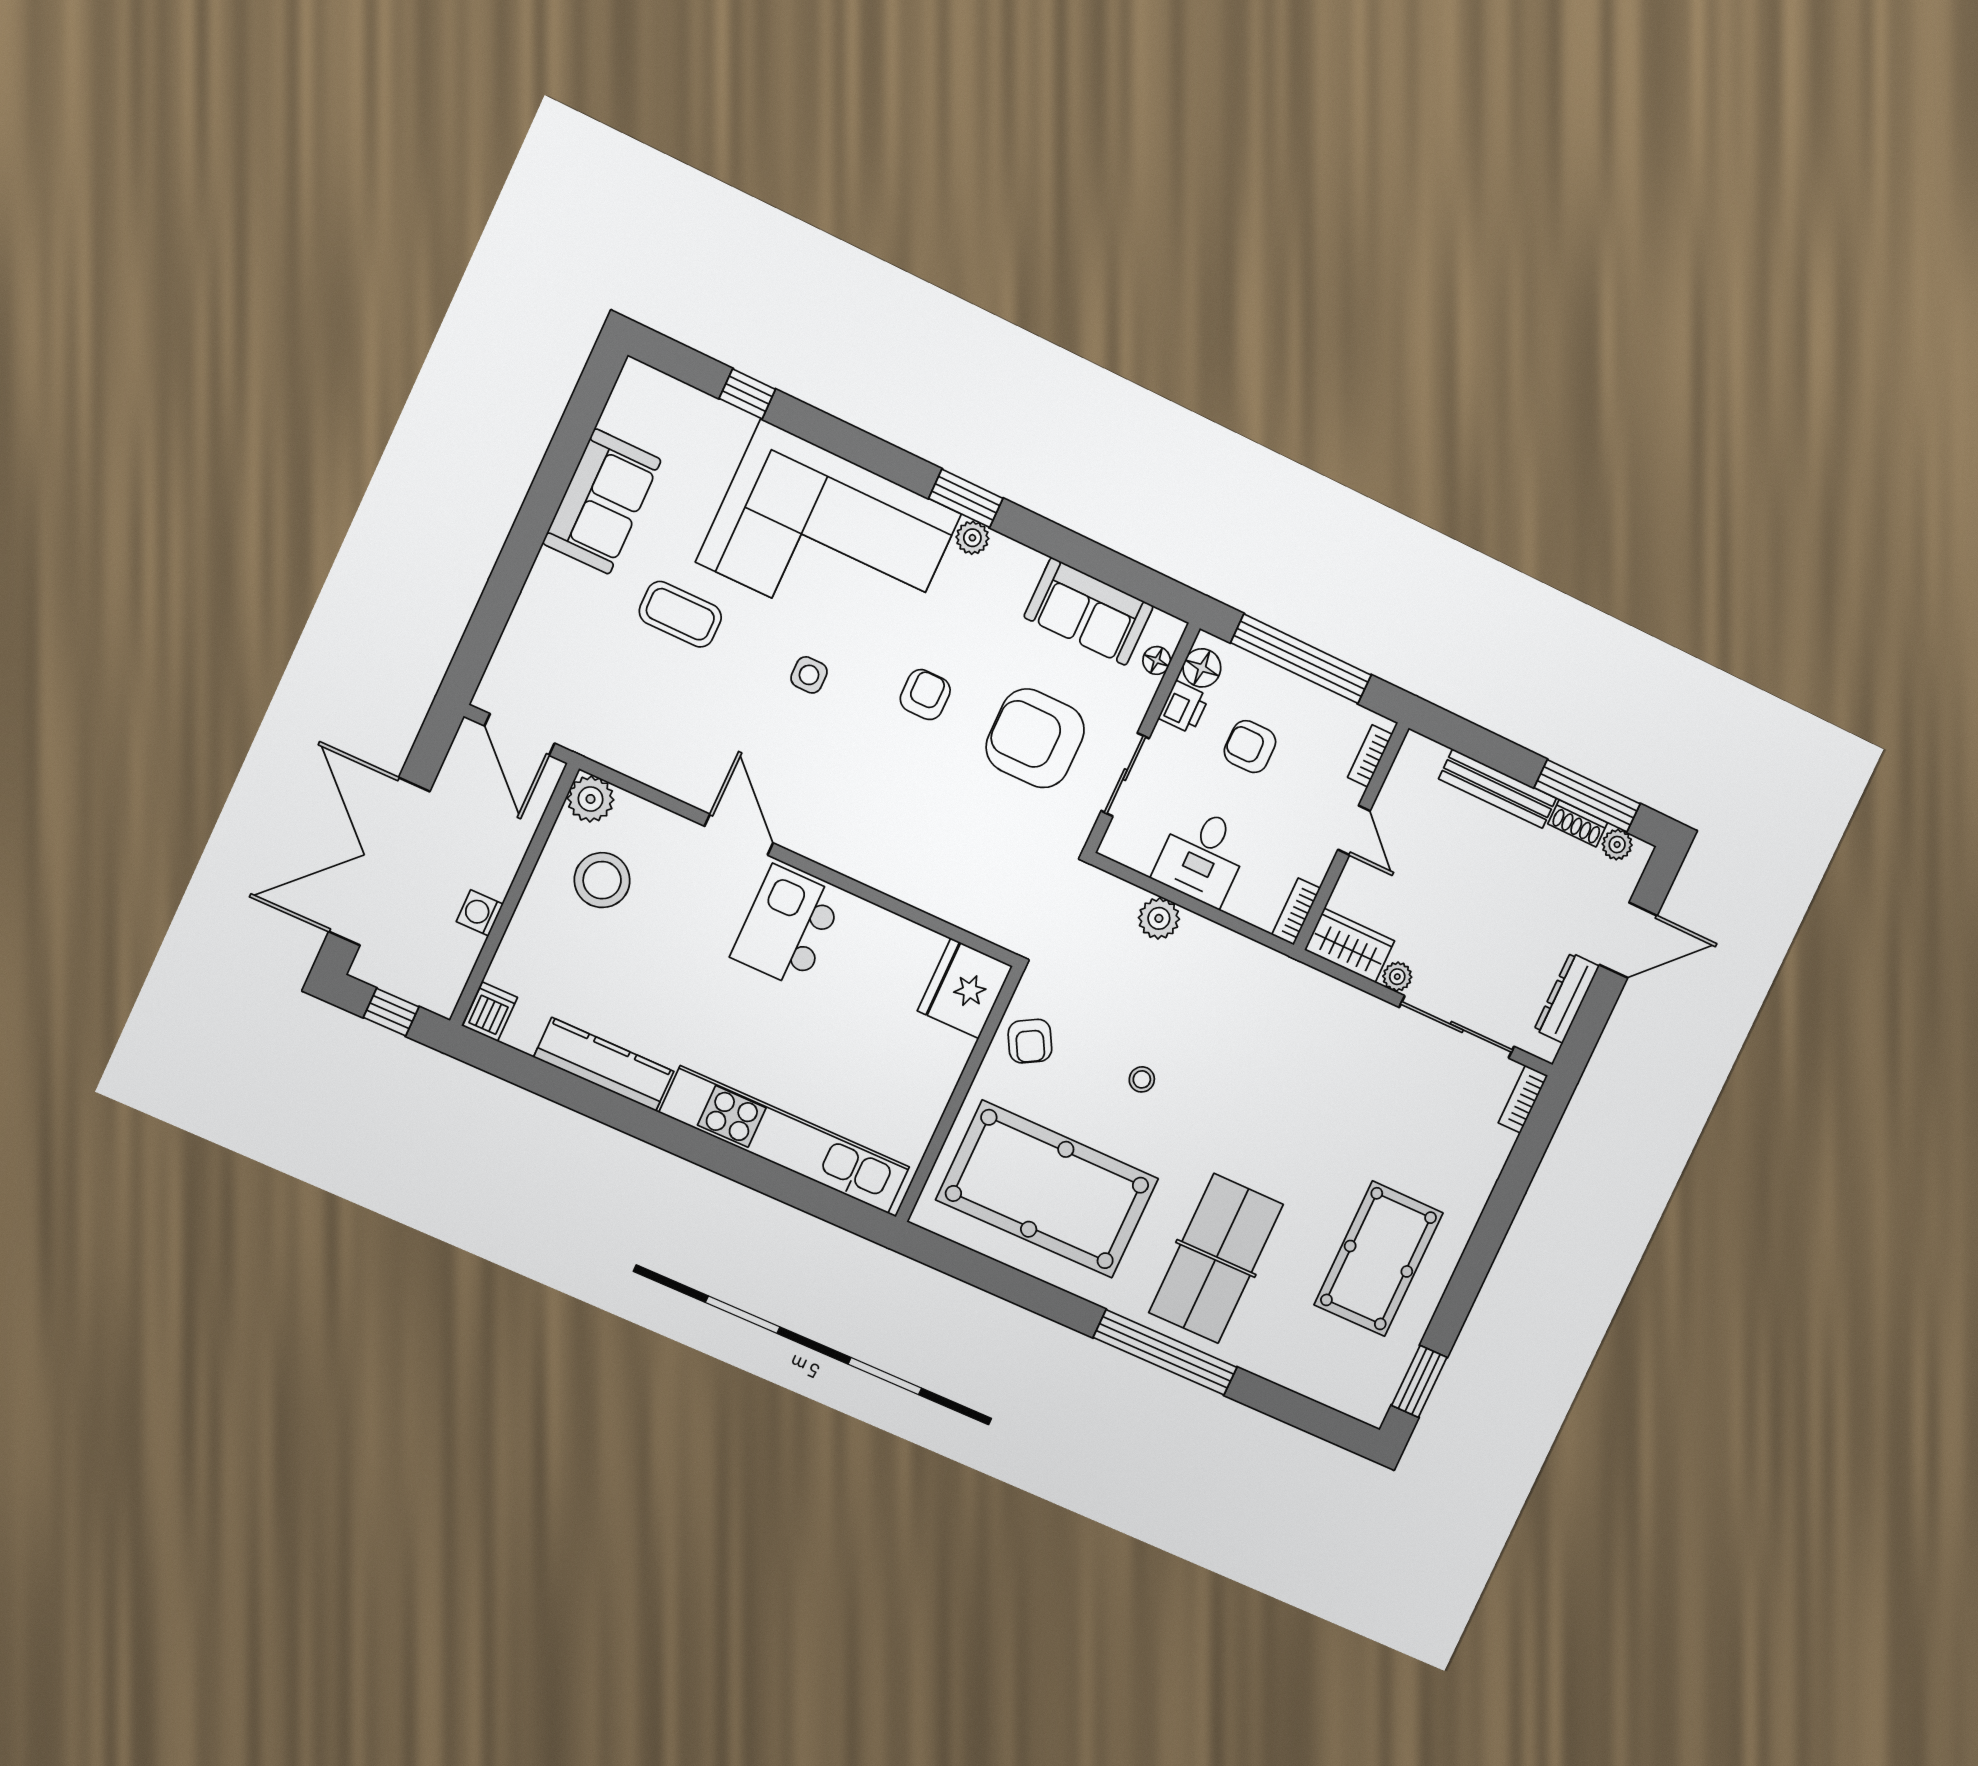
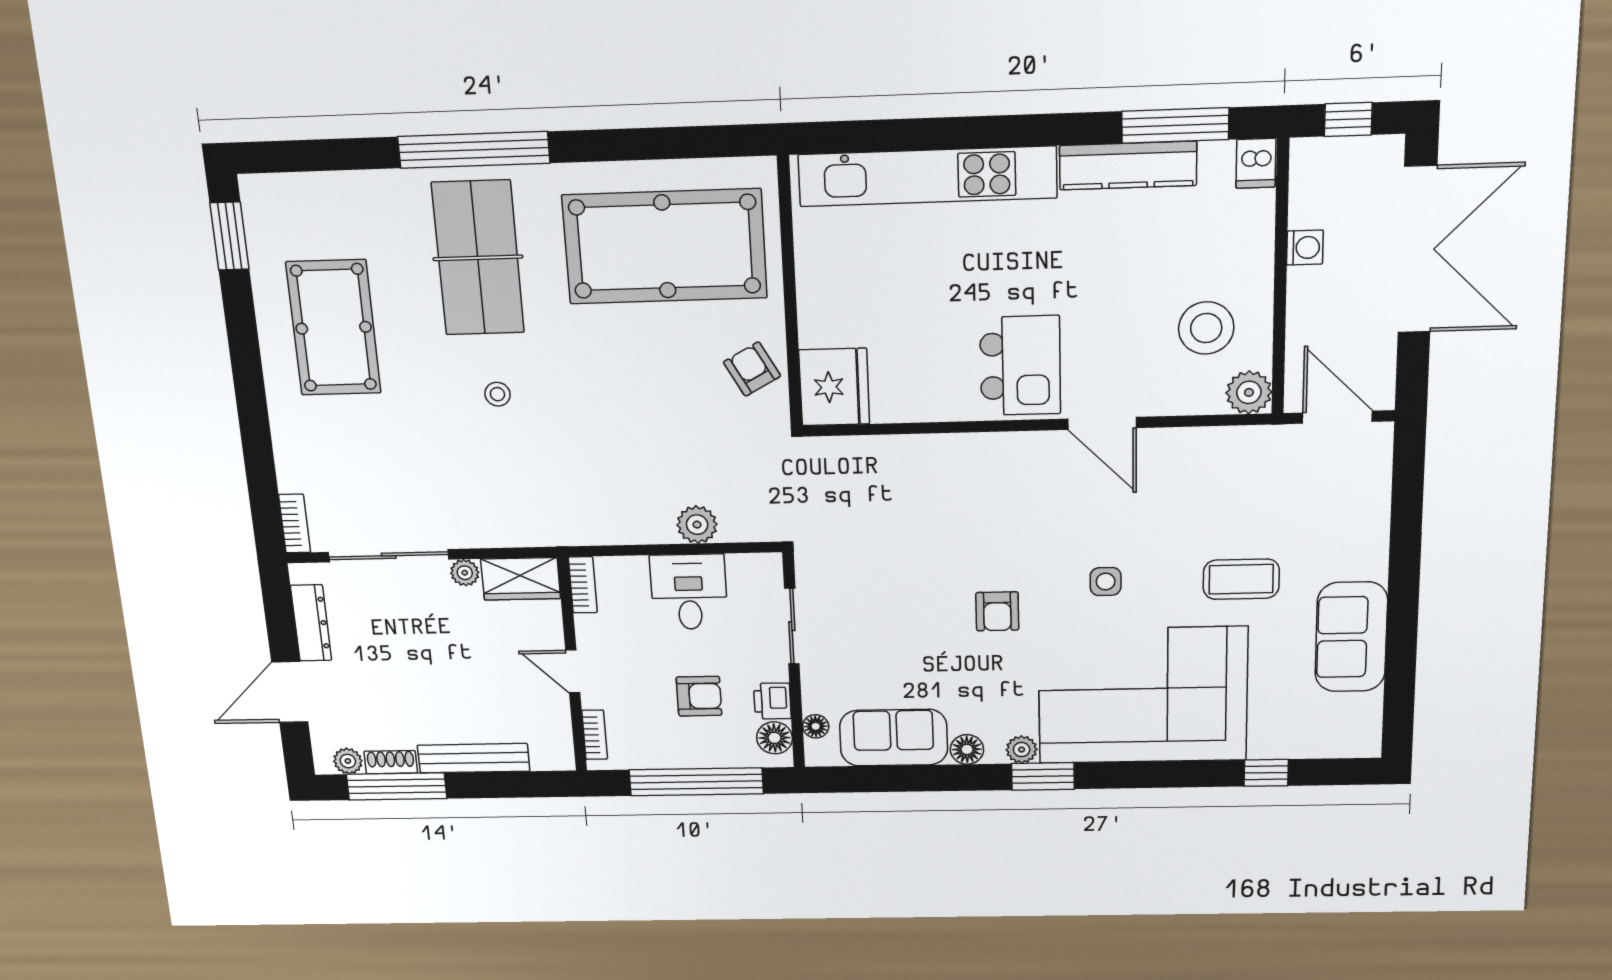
floor lamp: (1025, 564) -> (967, 749), added
armchair: (1035, 738) -> (885, 620), removed
stool: (1142, 1079) -> (497, 394), moved
window: (546, 1080) -> (1175, 125), added

